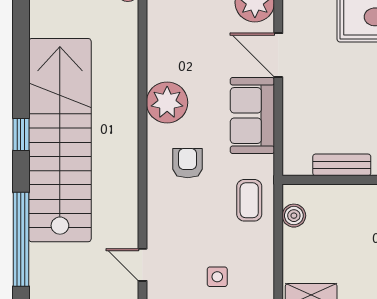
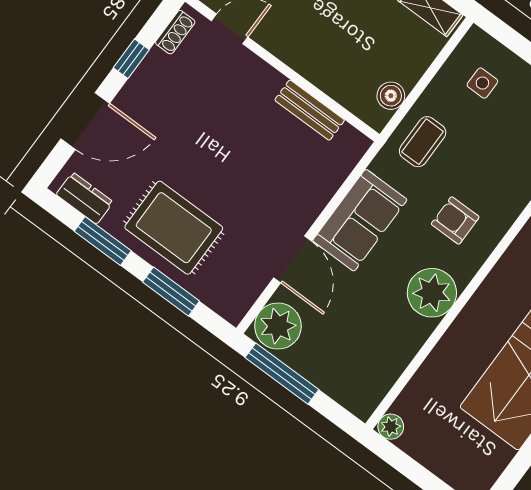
armchair: (188, 163) -> (455, 220), turned 90
side table: (217, 277) -> (482, 83), moved

